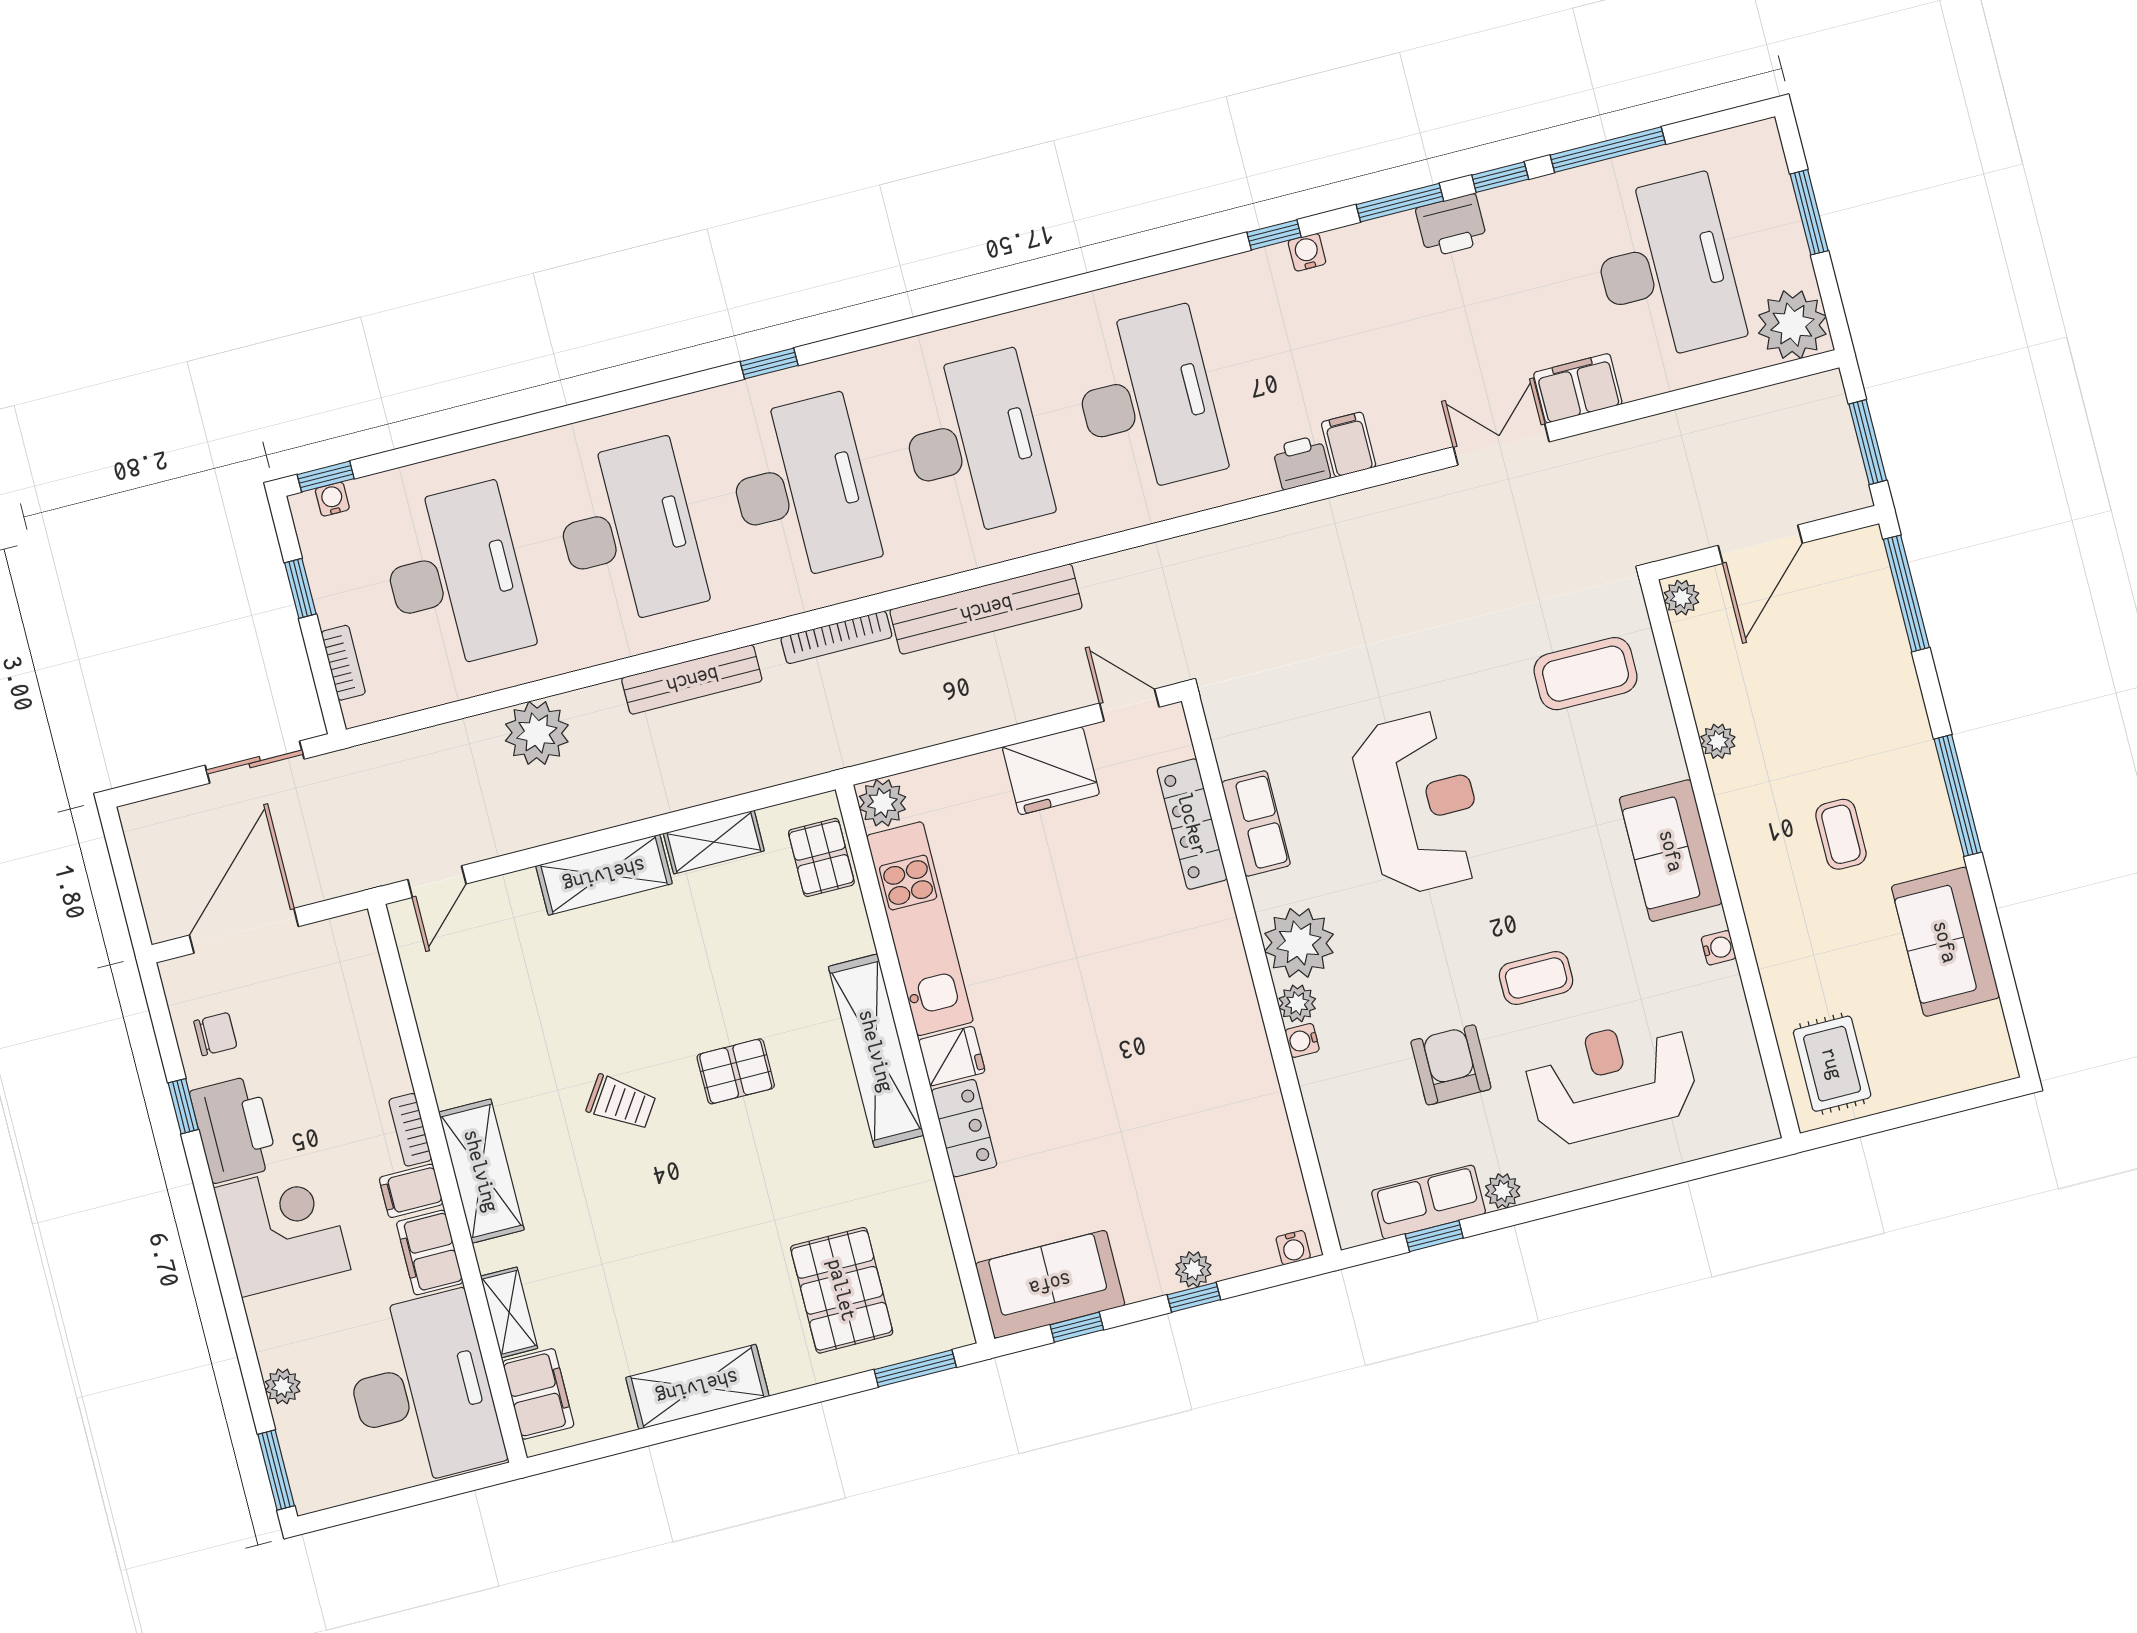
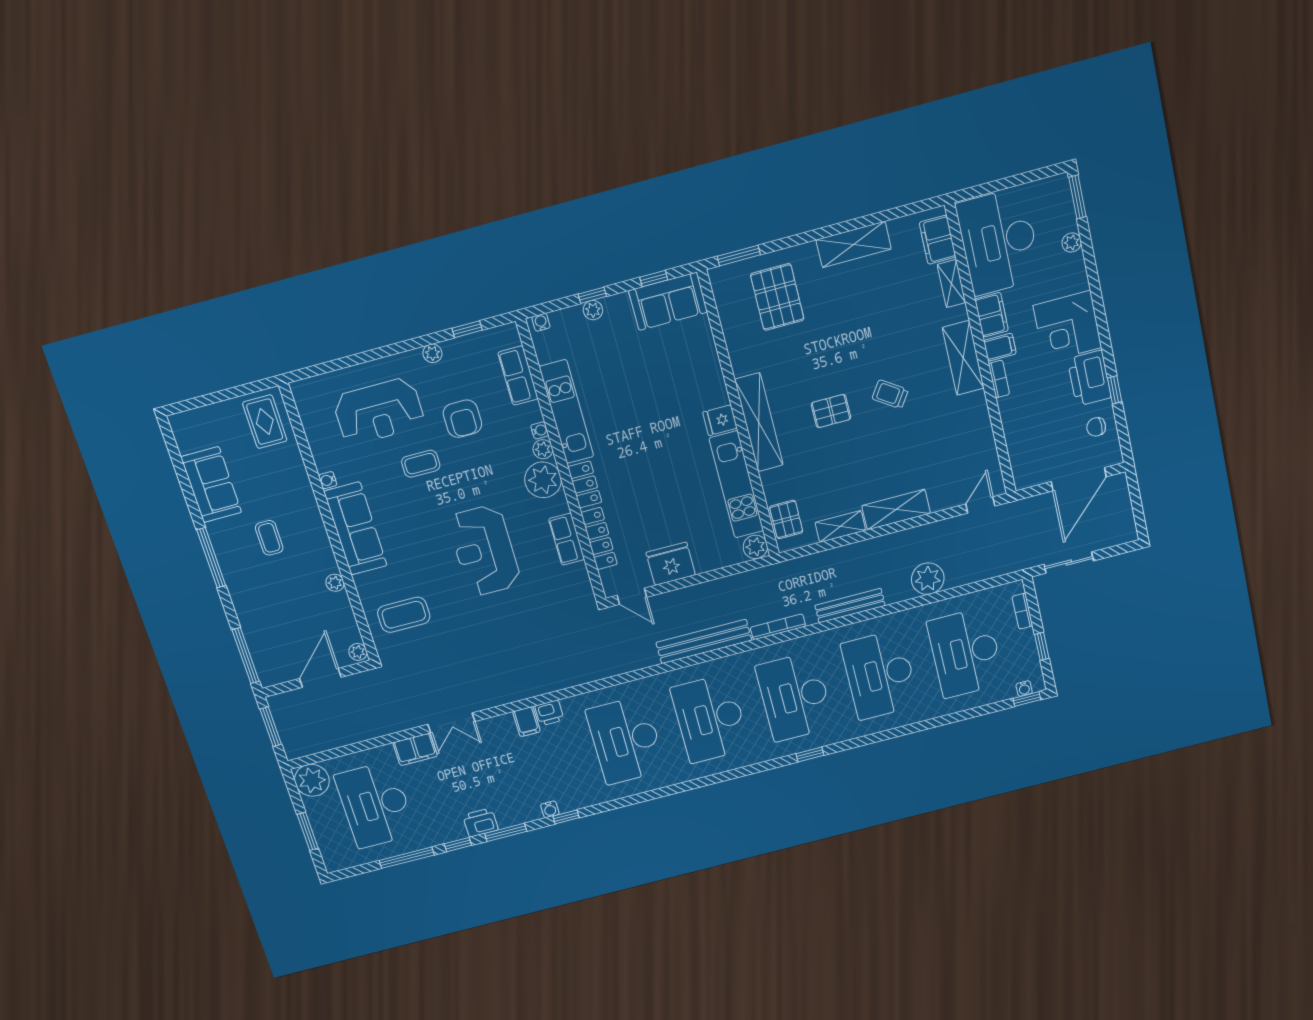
sofa: (1671, 851) -> (355, 529), width x1.36
kitchen unit: (1249, 1076) -> (567, 412), added
locker: (964, 1128) -> (585, 485), moved, turned 180
row of seats: (1429, 1202) -> (518, 376), moved, turned 90

